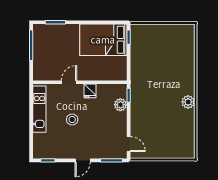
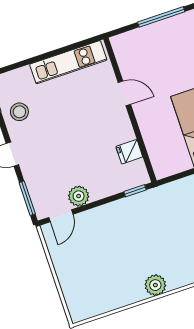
fridge: (90, 91) -> (129, 152), moved
plant: (120, 105) -> (79, 196), moved
stool: (72, 120) -> (19, 112), moved

